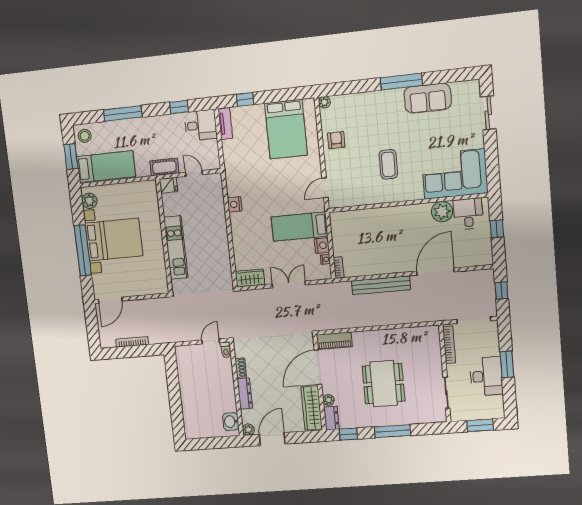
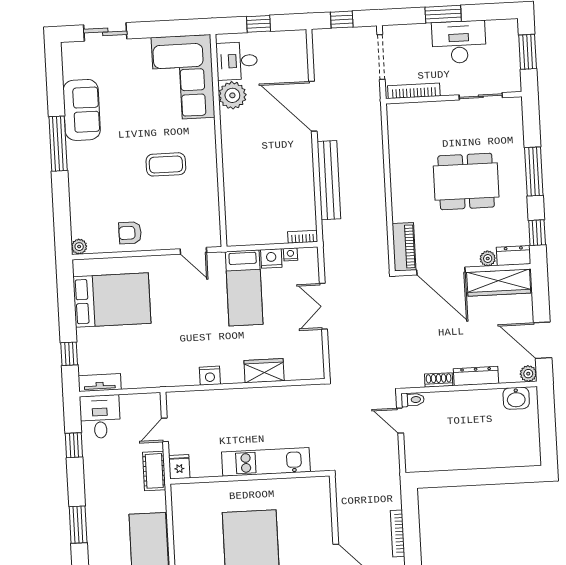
window: (123, 113) -> (78, 525), width x0.69
wardrobe: (250, 278) -> (264, 371), moved, turned 90

